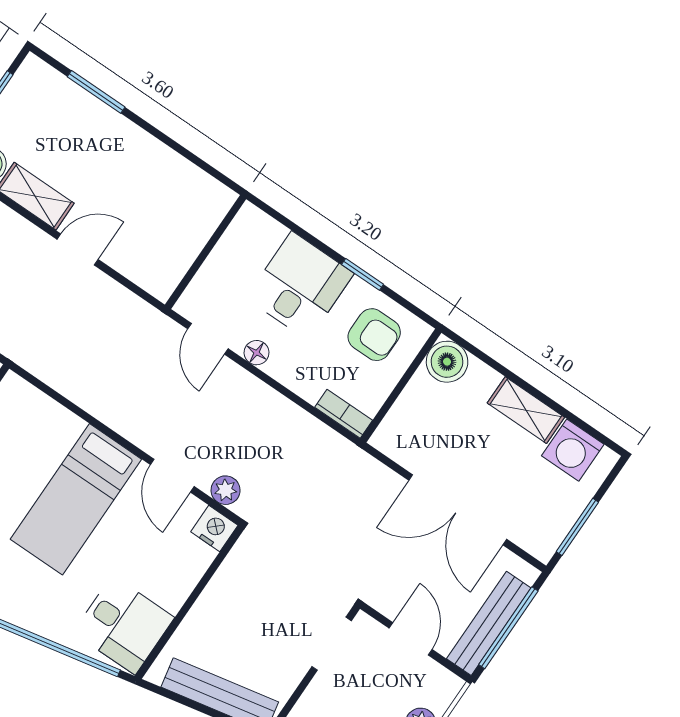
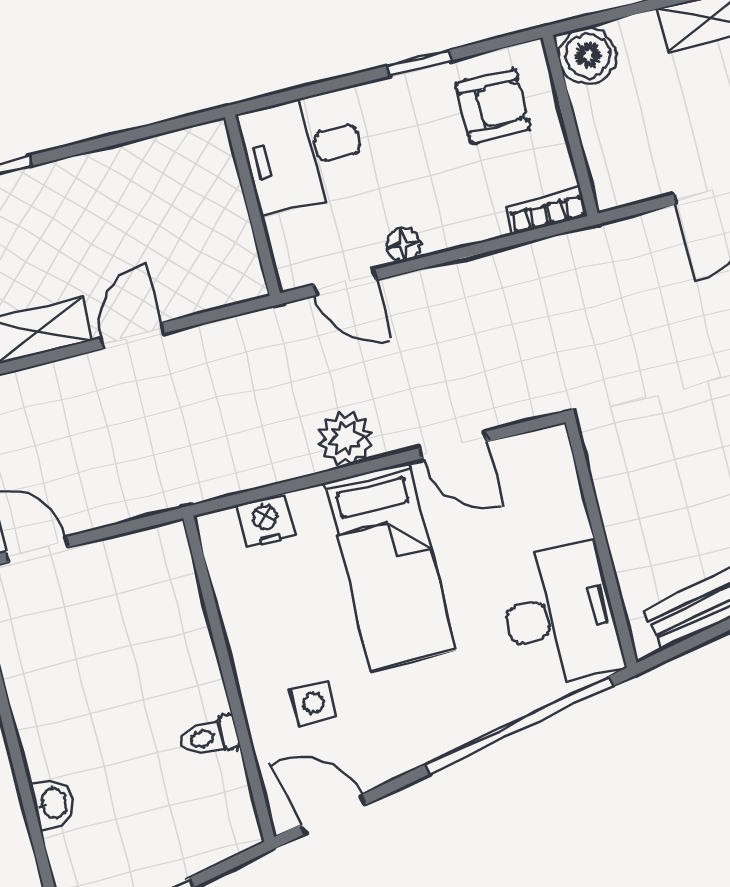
desk: (300, 286) -> (303, 152), moved, turned -90
plant: (226, 490) -> (346, 439), moved, width x1.38, depth x1.38
nightstand: (214, 529) -> (265, 521), moved
desk: (124, 625) -> (560, 615), width x1.37

